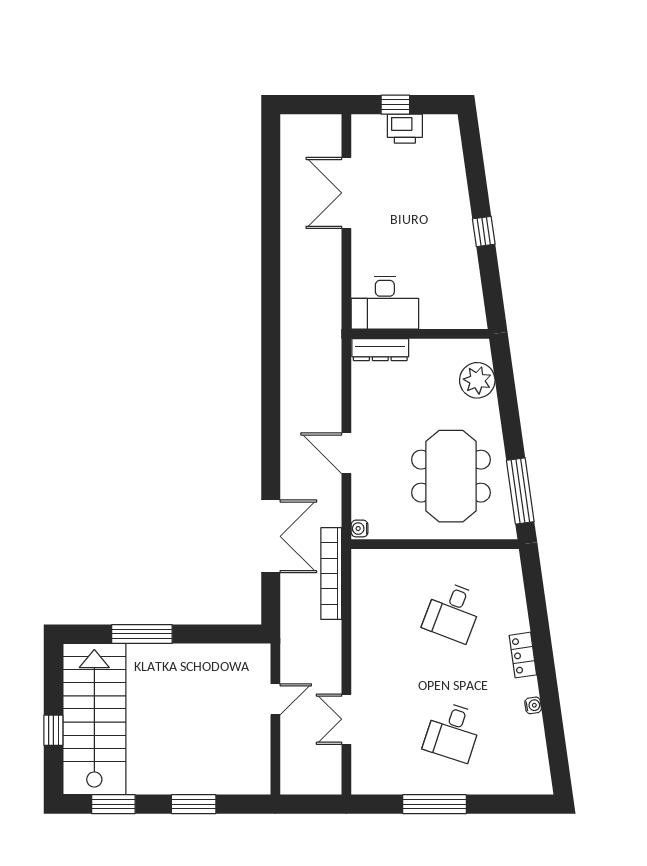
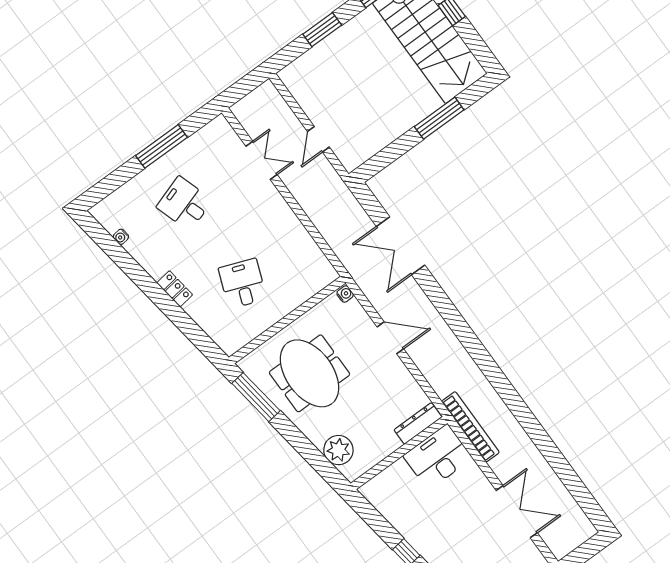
bookcase: (331, 574) -> (470, 427), moved
water cooler: (533, 705) -> (121, 237), moved
desk: (453, 732) -> (184, 204), turned -36

